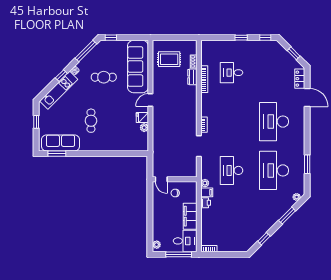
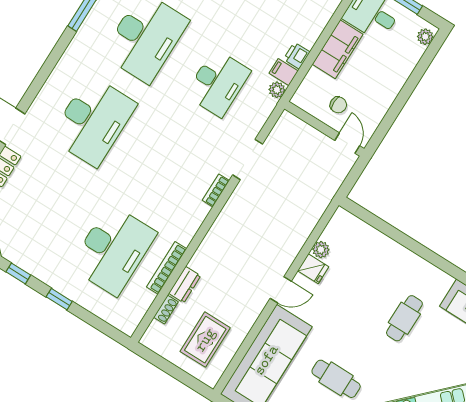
rug: (169, 59) -> (205, 340), turned 90
desk: (232, 73) -> (113, 250), width x1.87, depth x1.30

